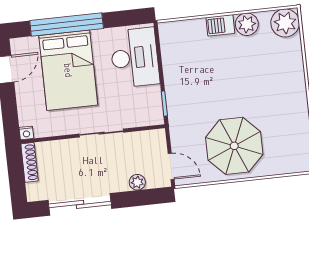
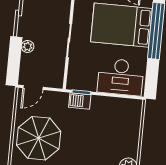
barbecue: (220, 25) -> (80, 101), moved, turned -90
plant: (137, 182) -> (28, 46), moved

